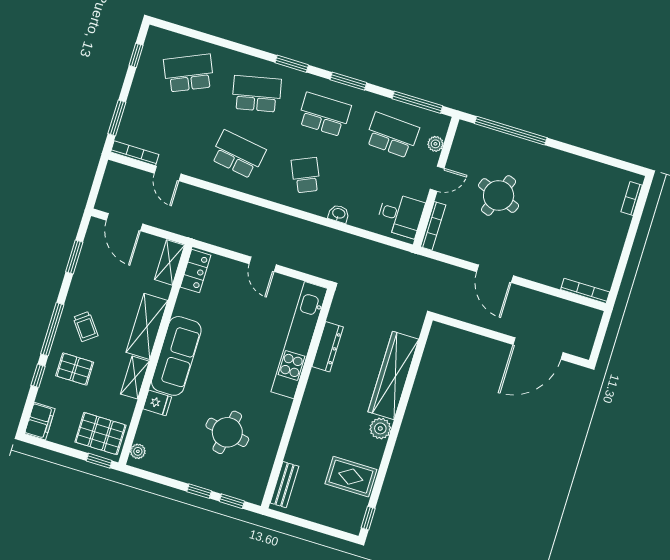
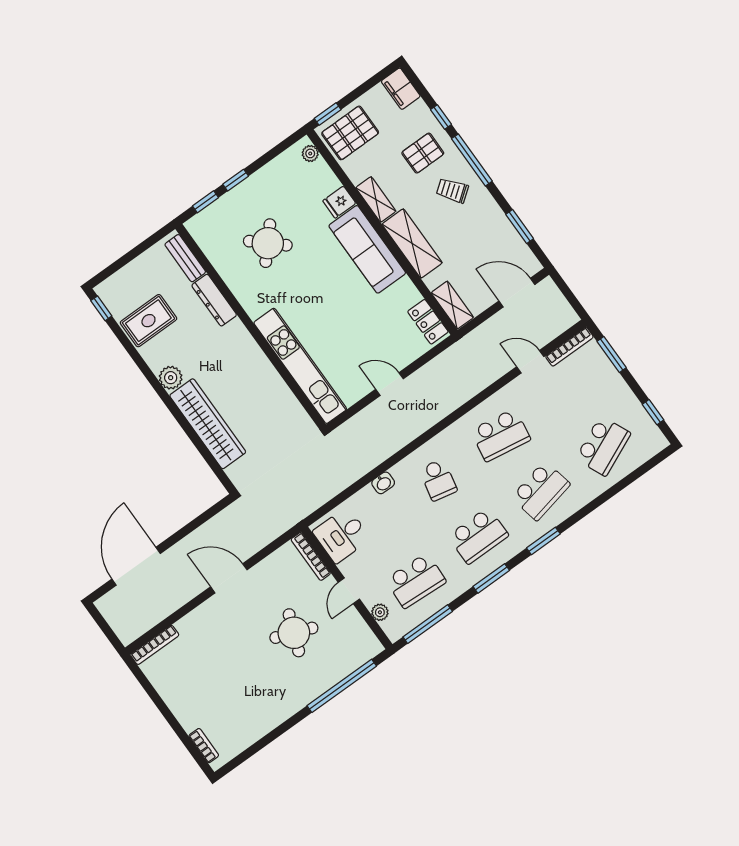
school desk: (306, 175) -> (438, 480), turned 36
dresser: (328, 347) -> (214, 300), moved
round table: (227, 432) -> (268, 243), turned 31

